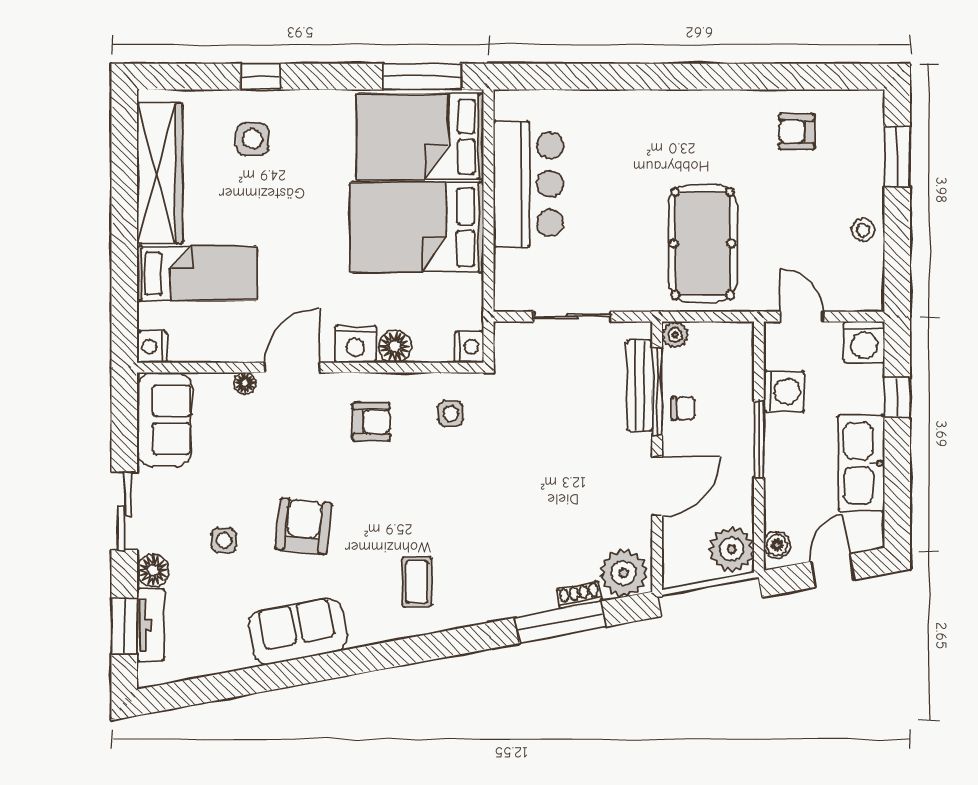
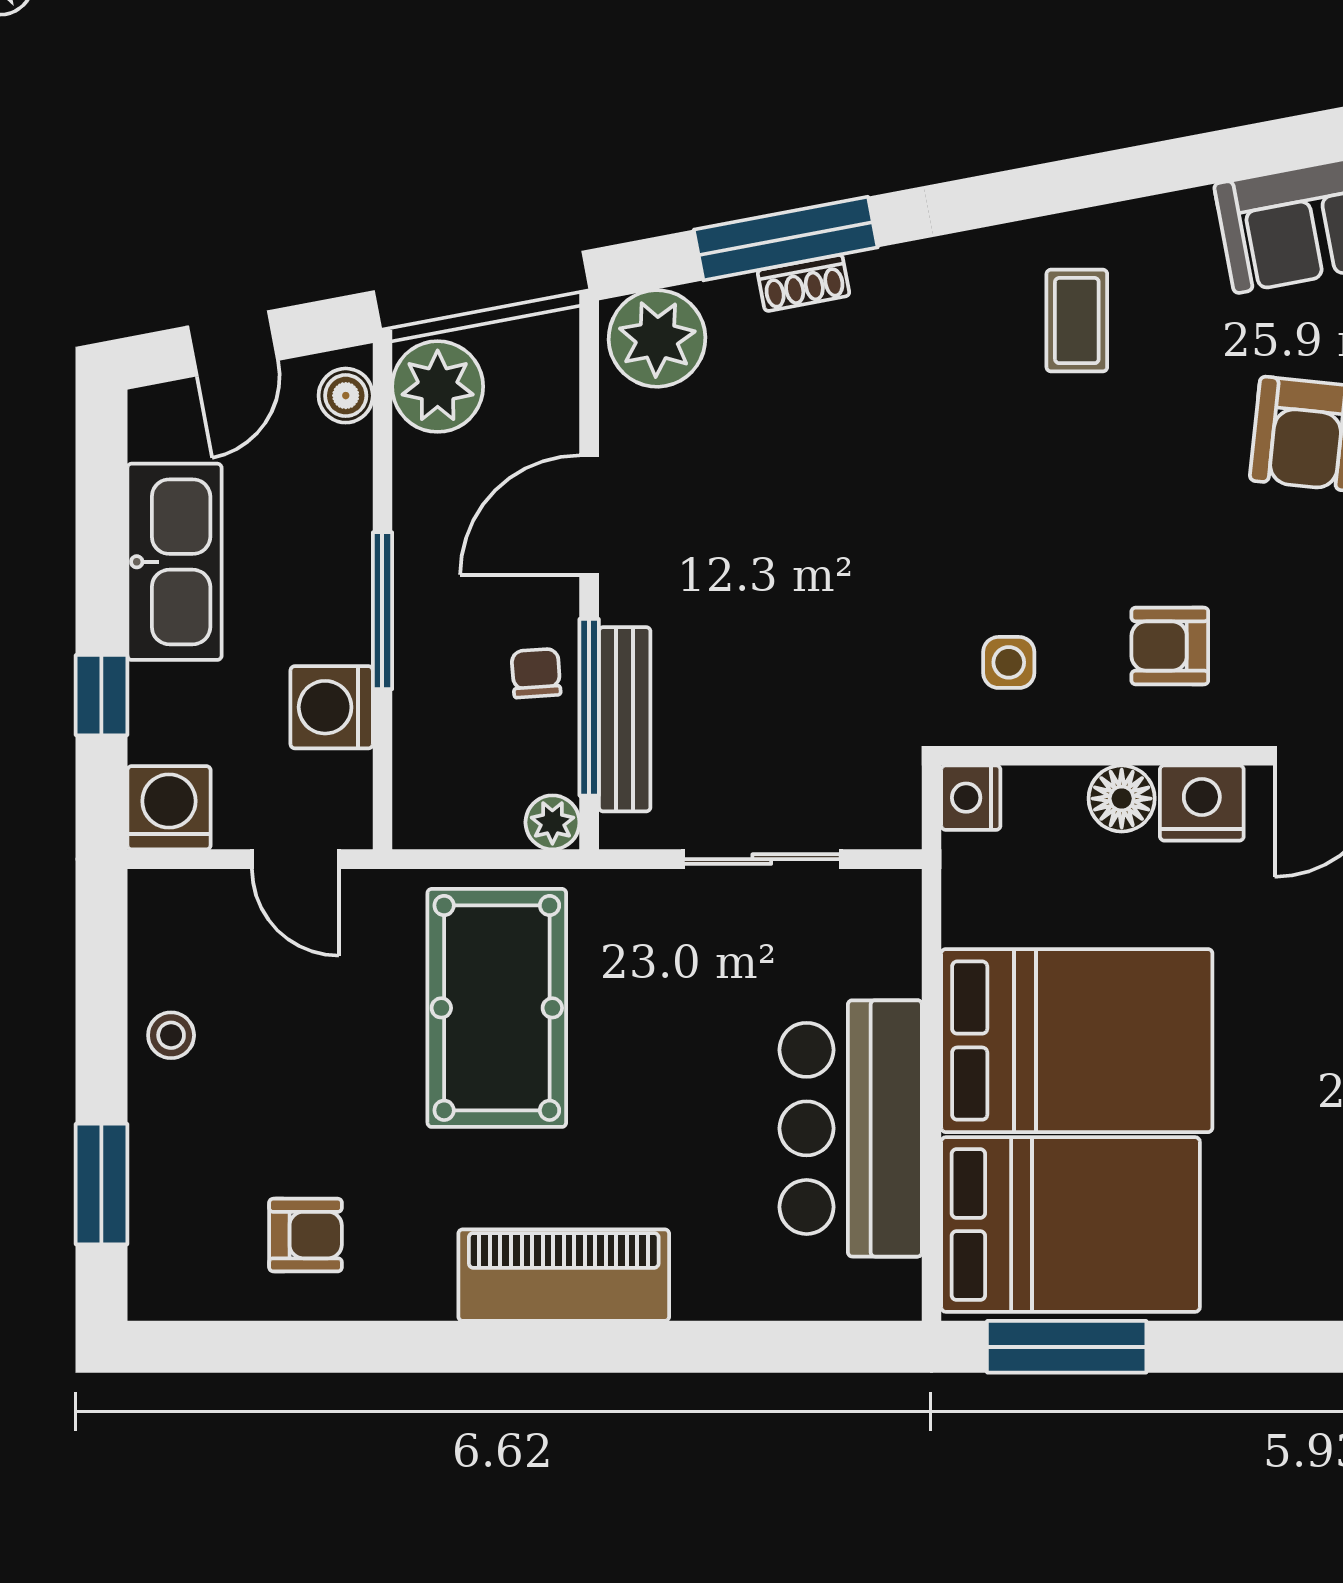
piano: (670, 112) -> (564, 1275), added
chair: (683, 408) -> (536, 673), turned 86
shoe rack: (579, 595) -> (804, 283), moved

